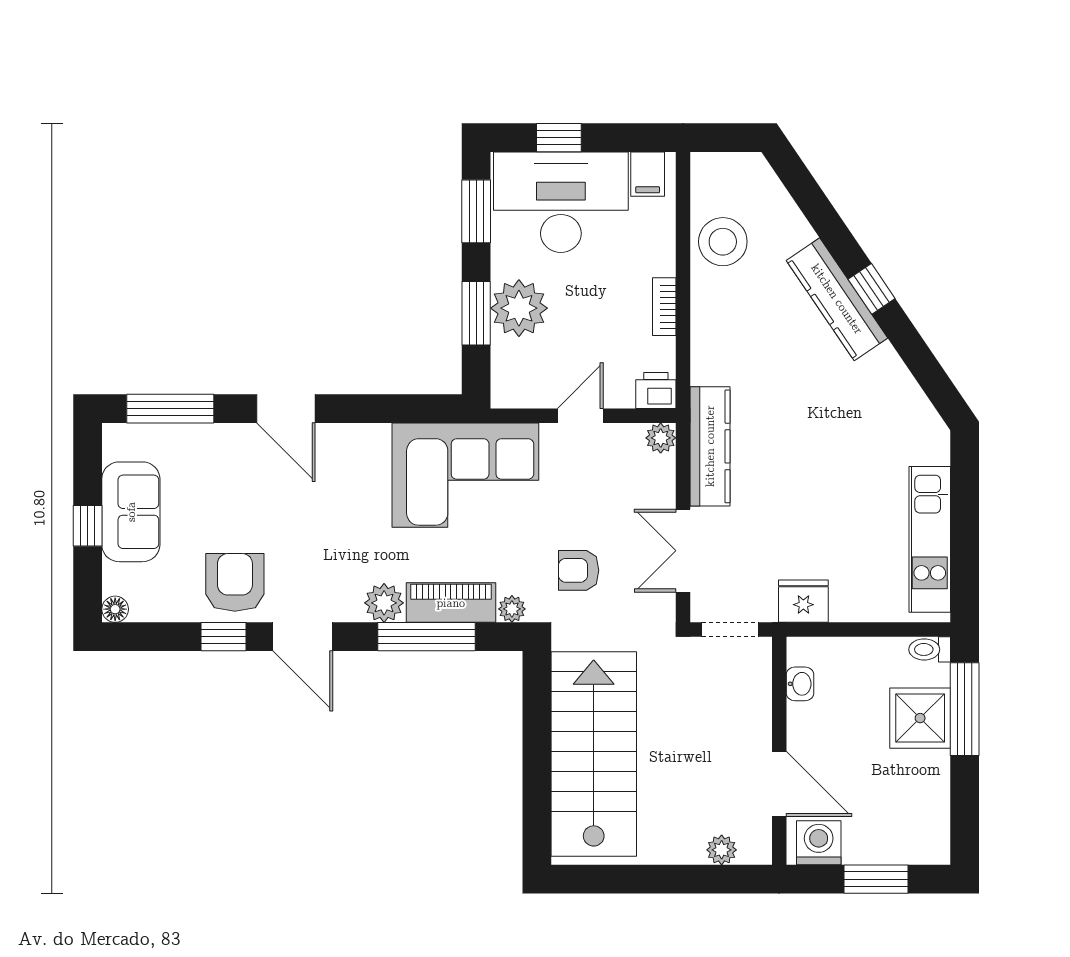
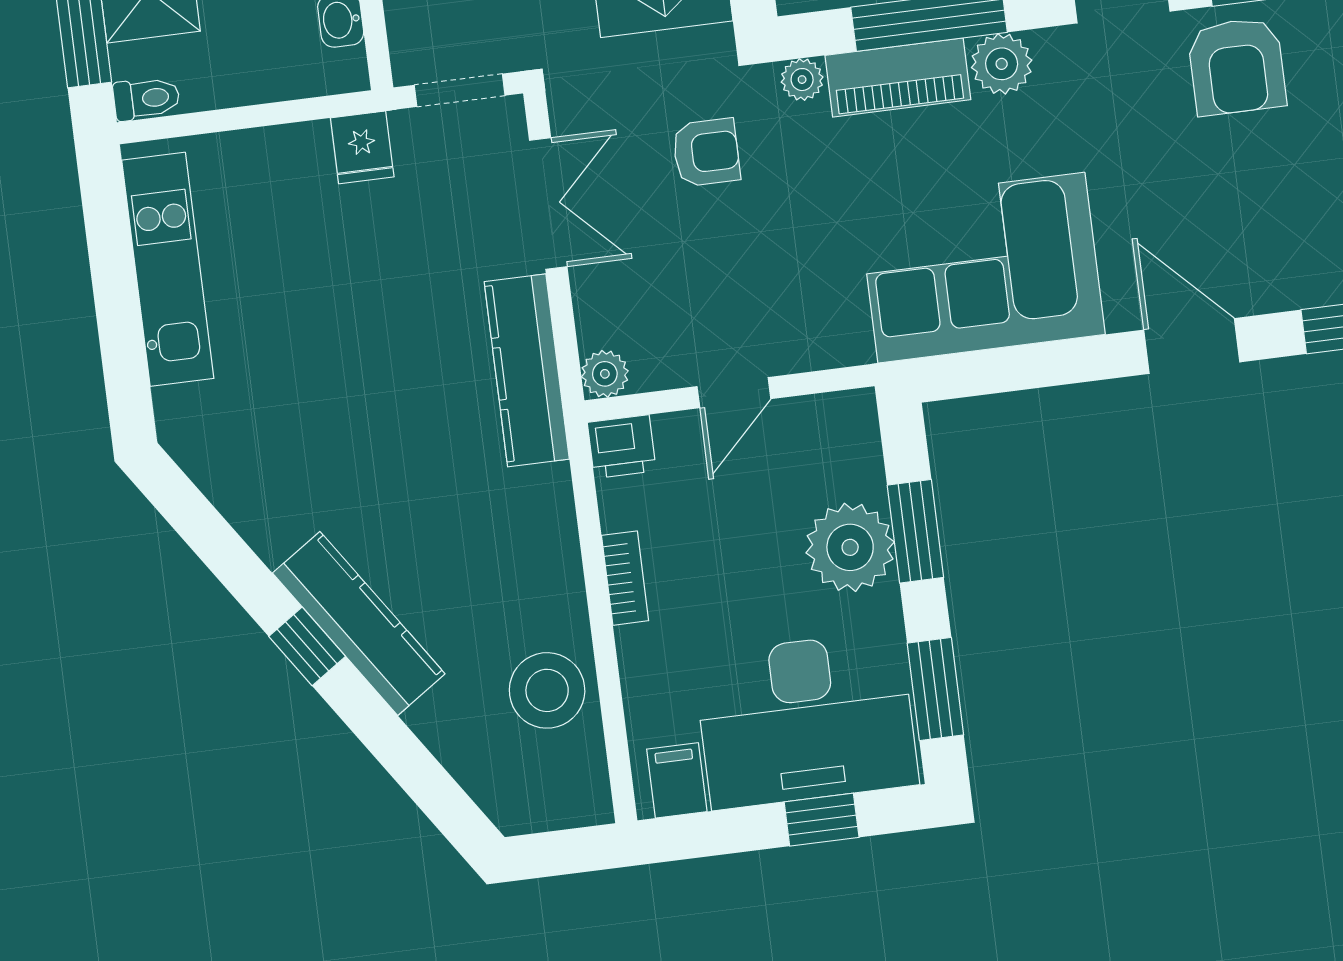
corner sofa: (465, 475) -> (981, 268), moved
fridge: (803, 601) -> (362, 147), width x0.72

